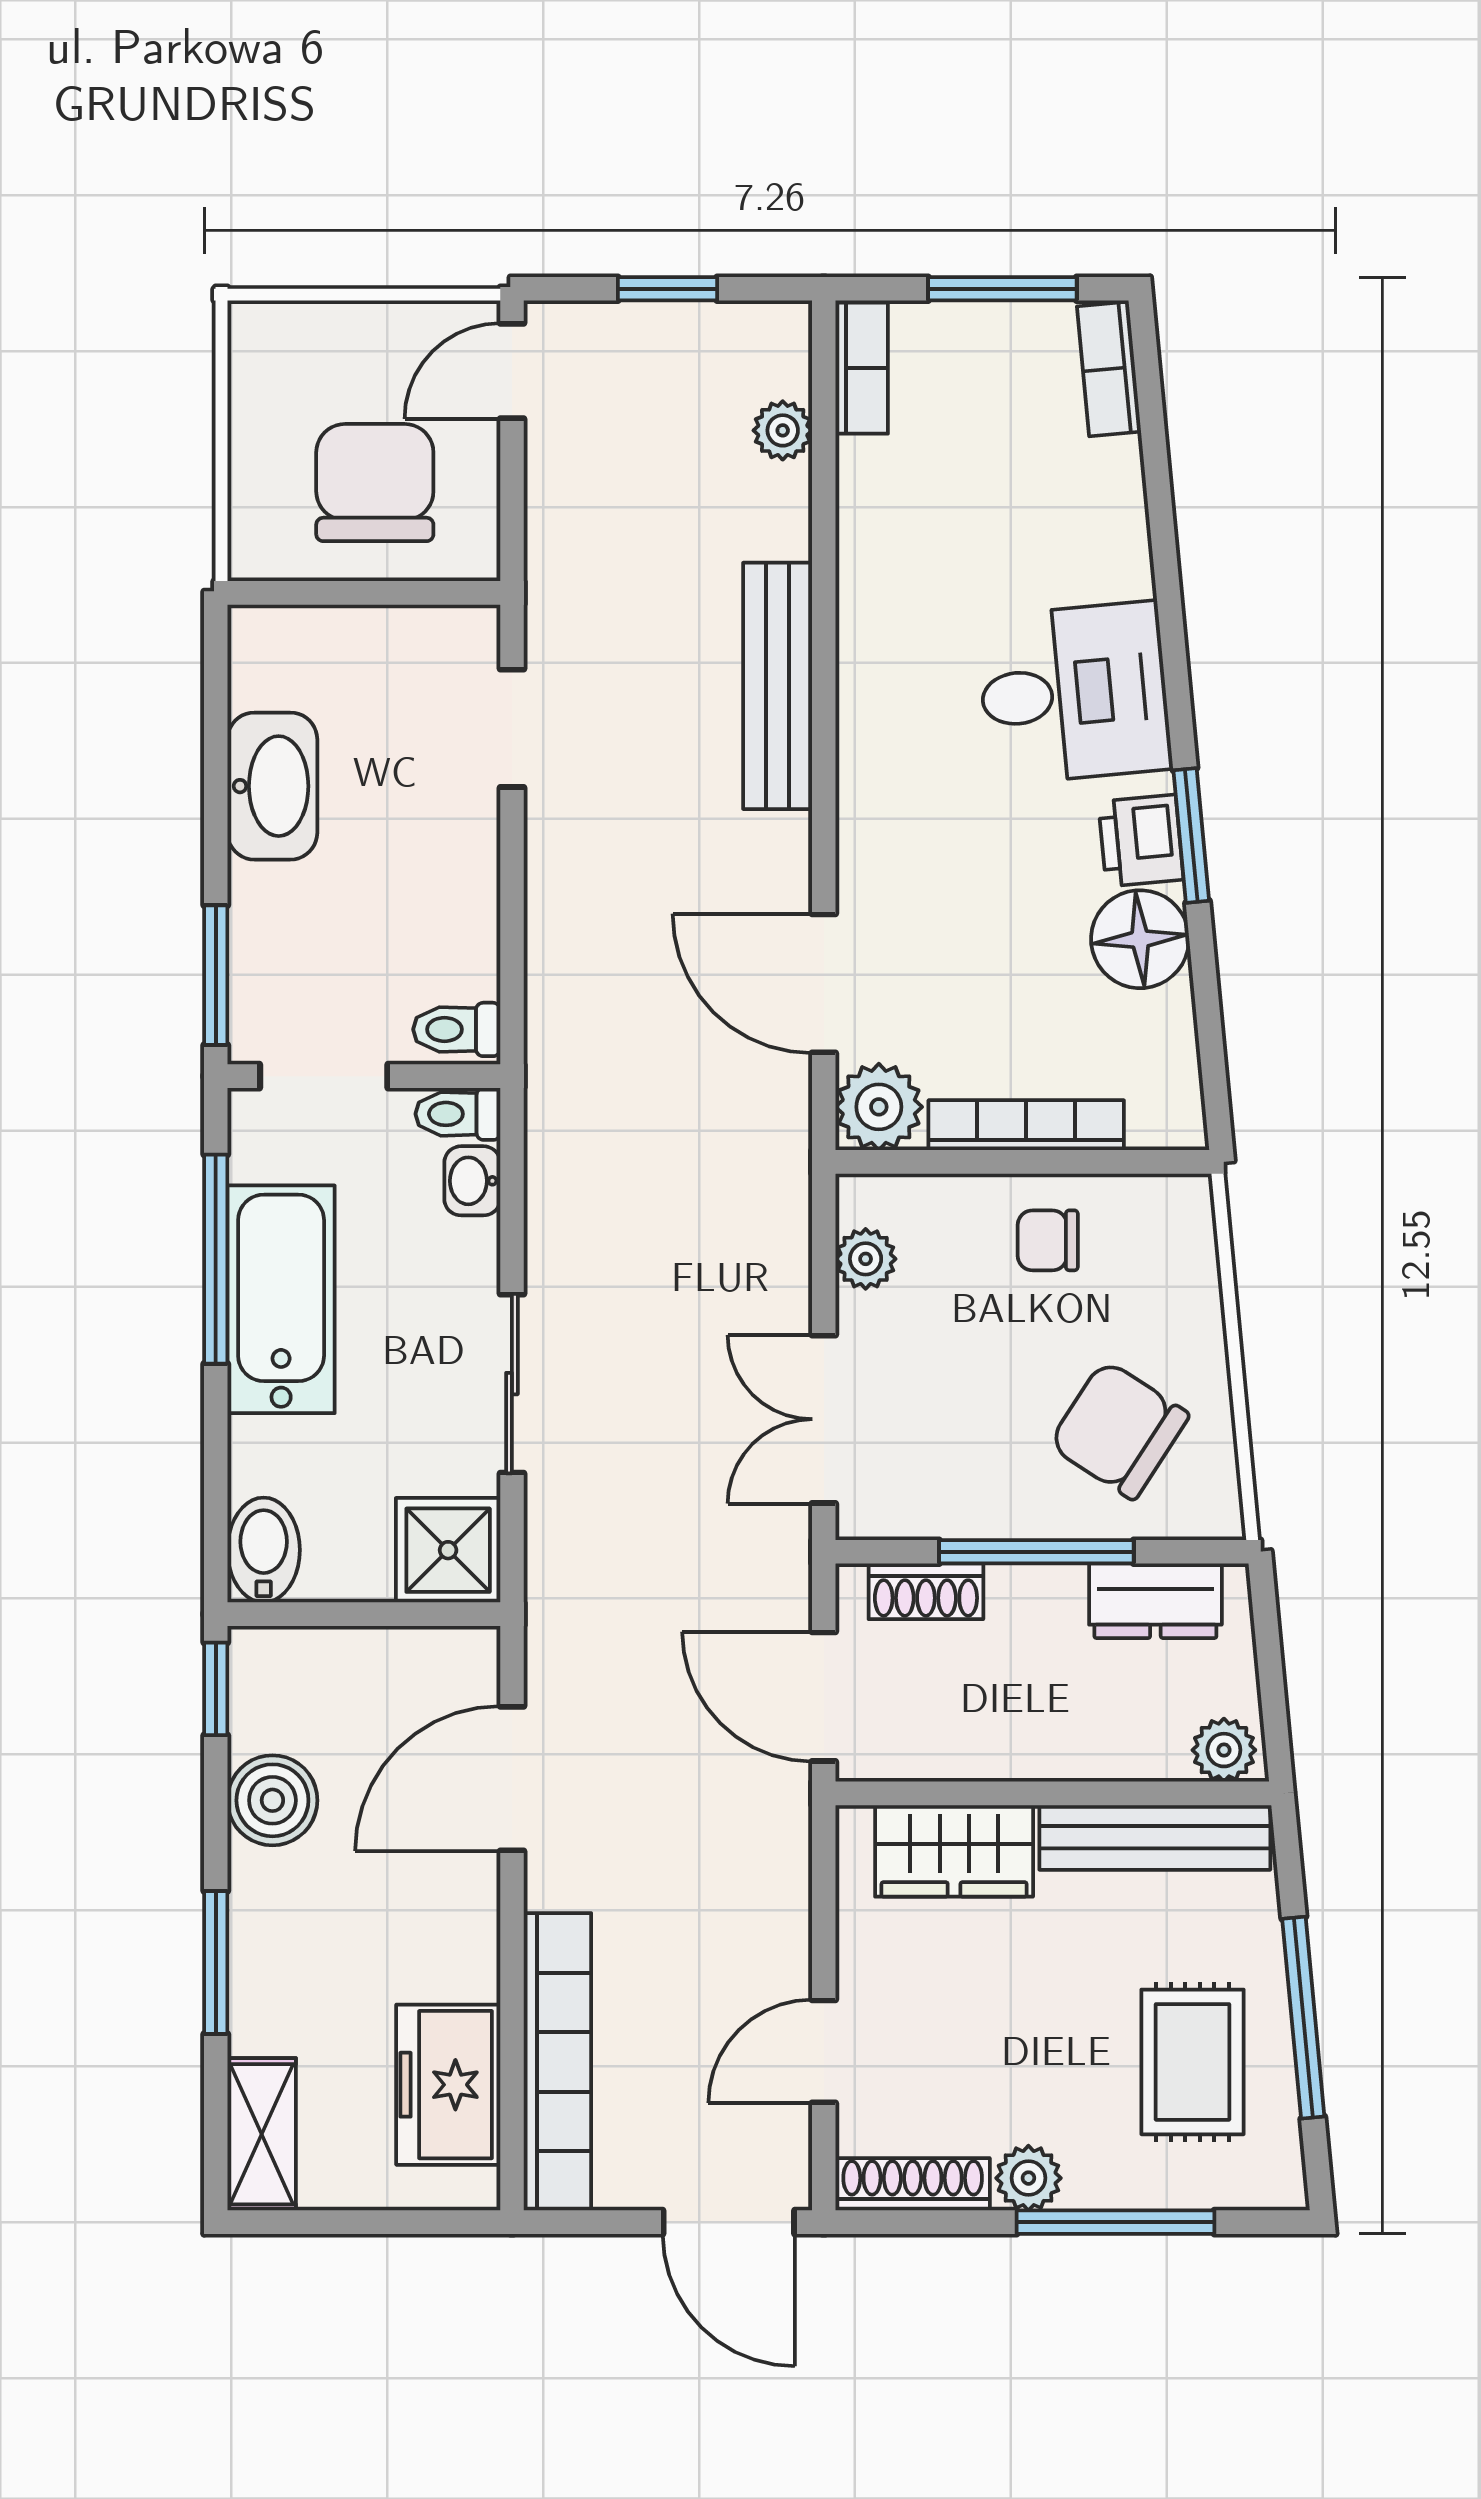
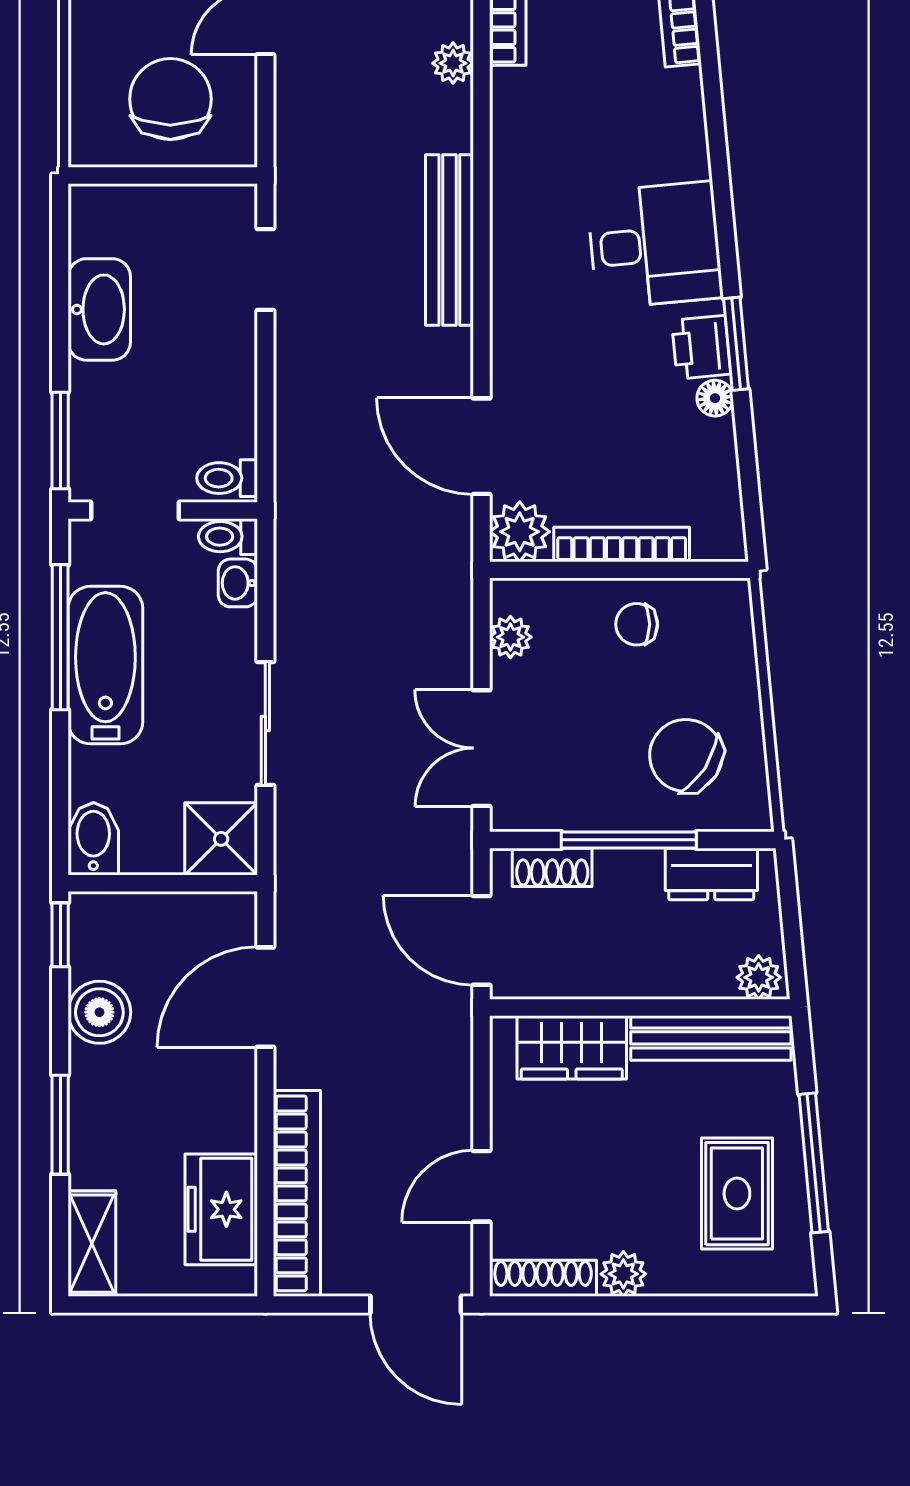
floor lamp: (1140, 939) -> (715, 398), width x0.53, depth x0.53
window: (1116, 2222) -> (684, 1305), removed

